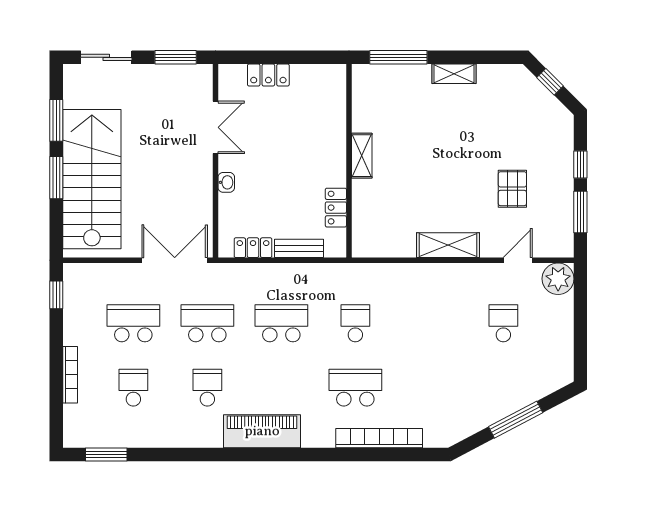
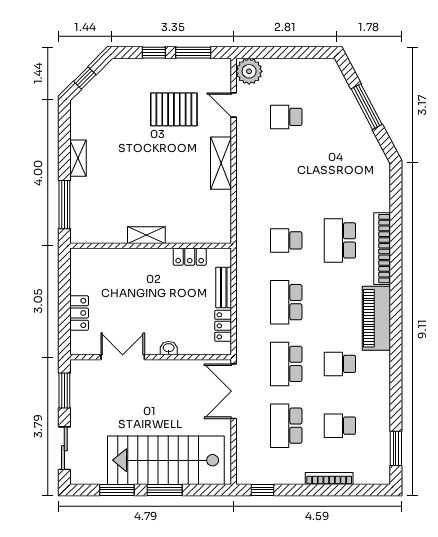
pallet: (512, 189) -> (174, 109), width x1.50, depth x1.42
bookcase: (379, 438) -> (382, 249), moved

